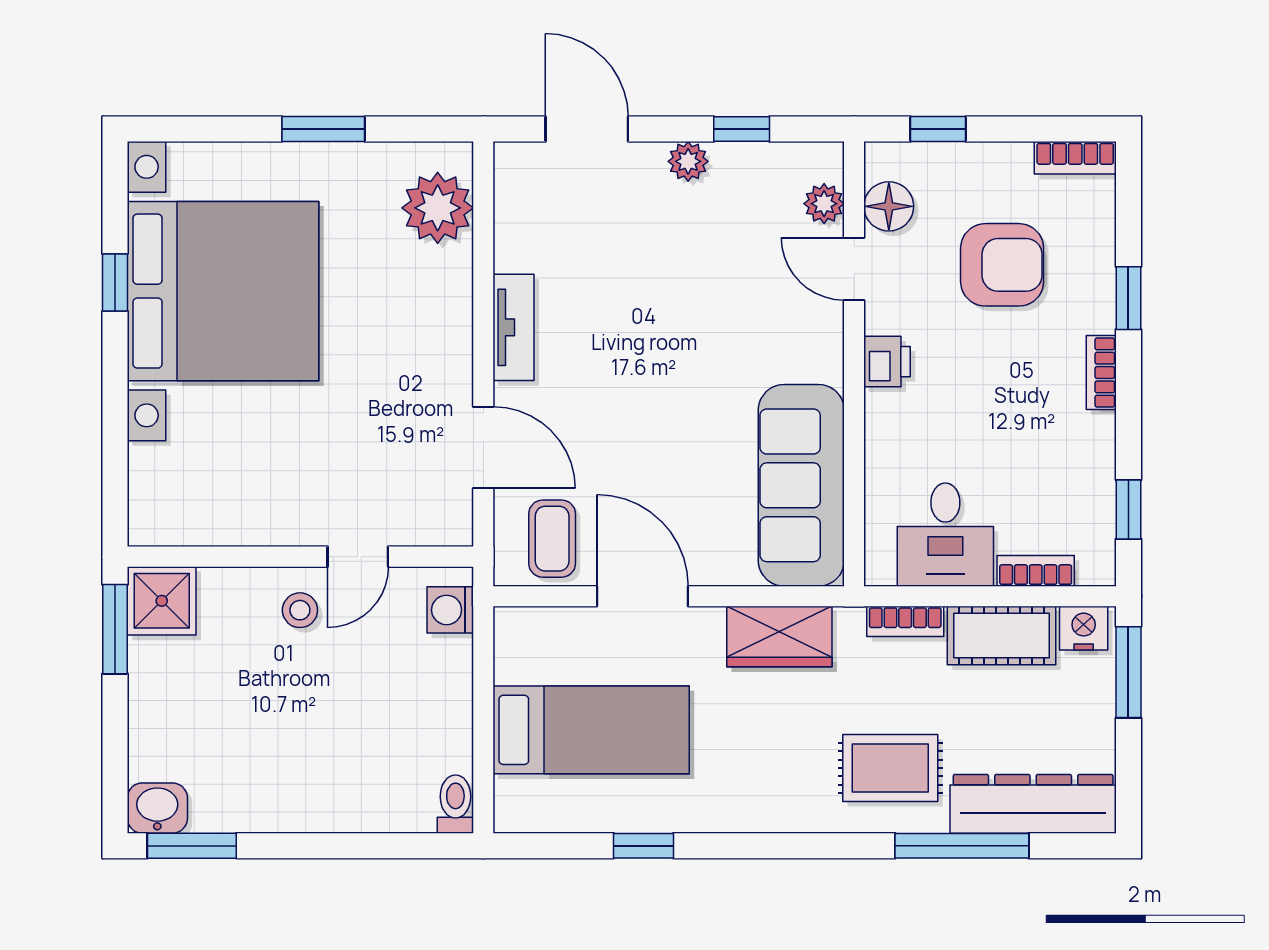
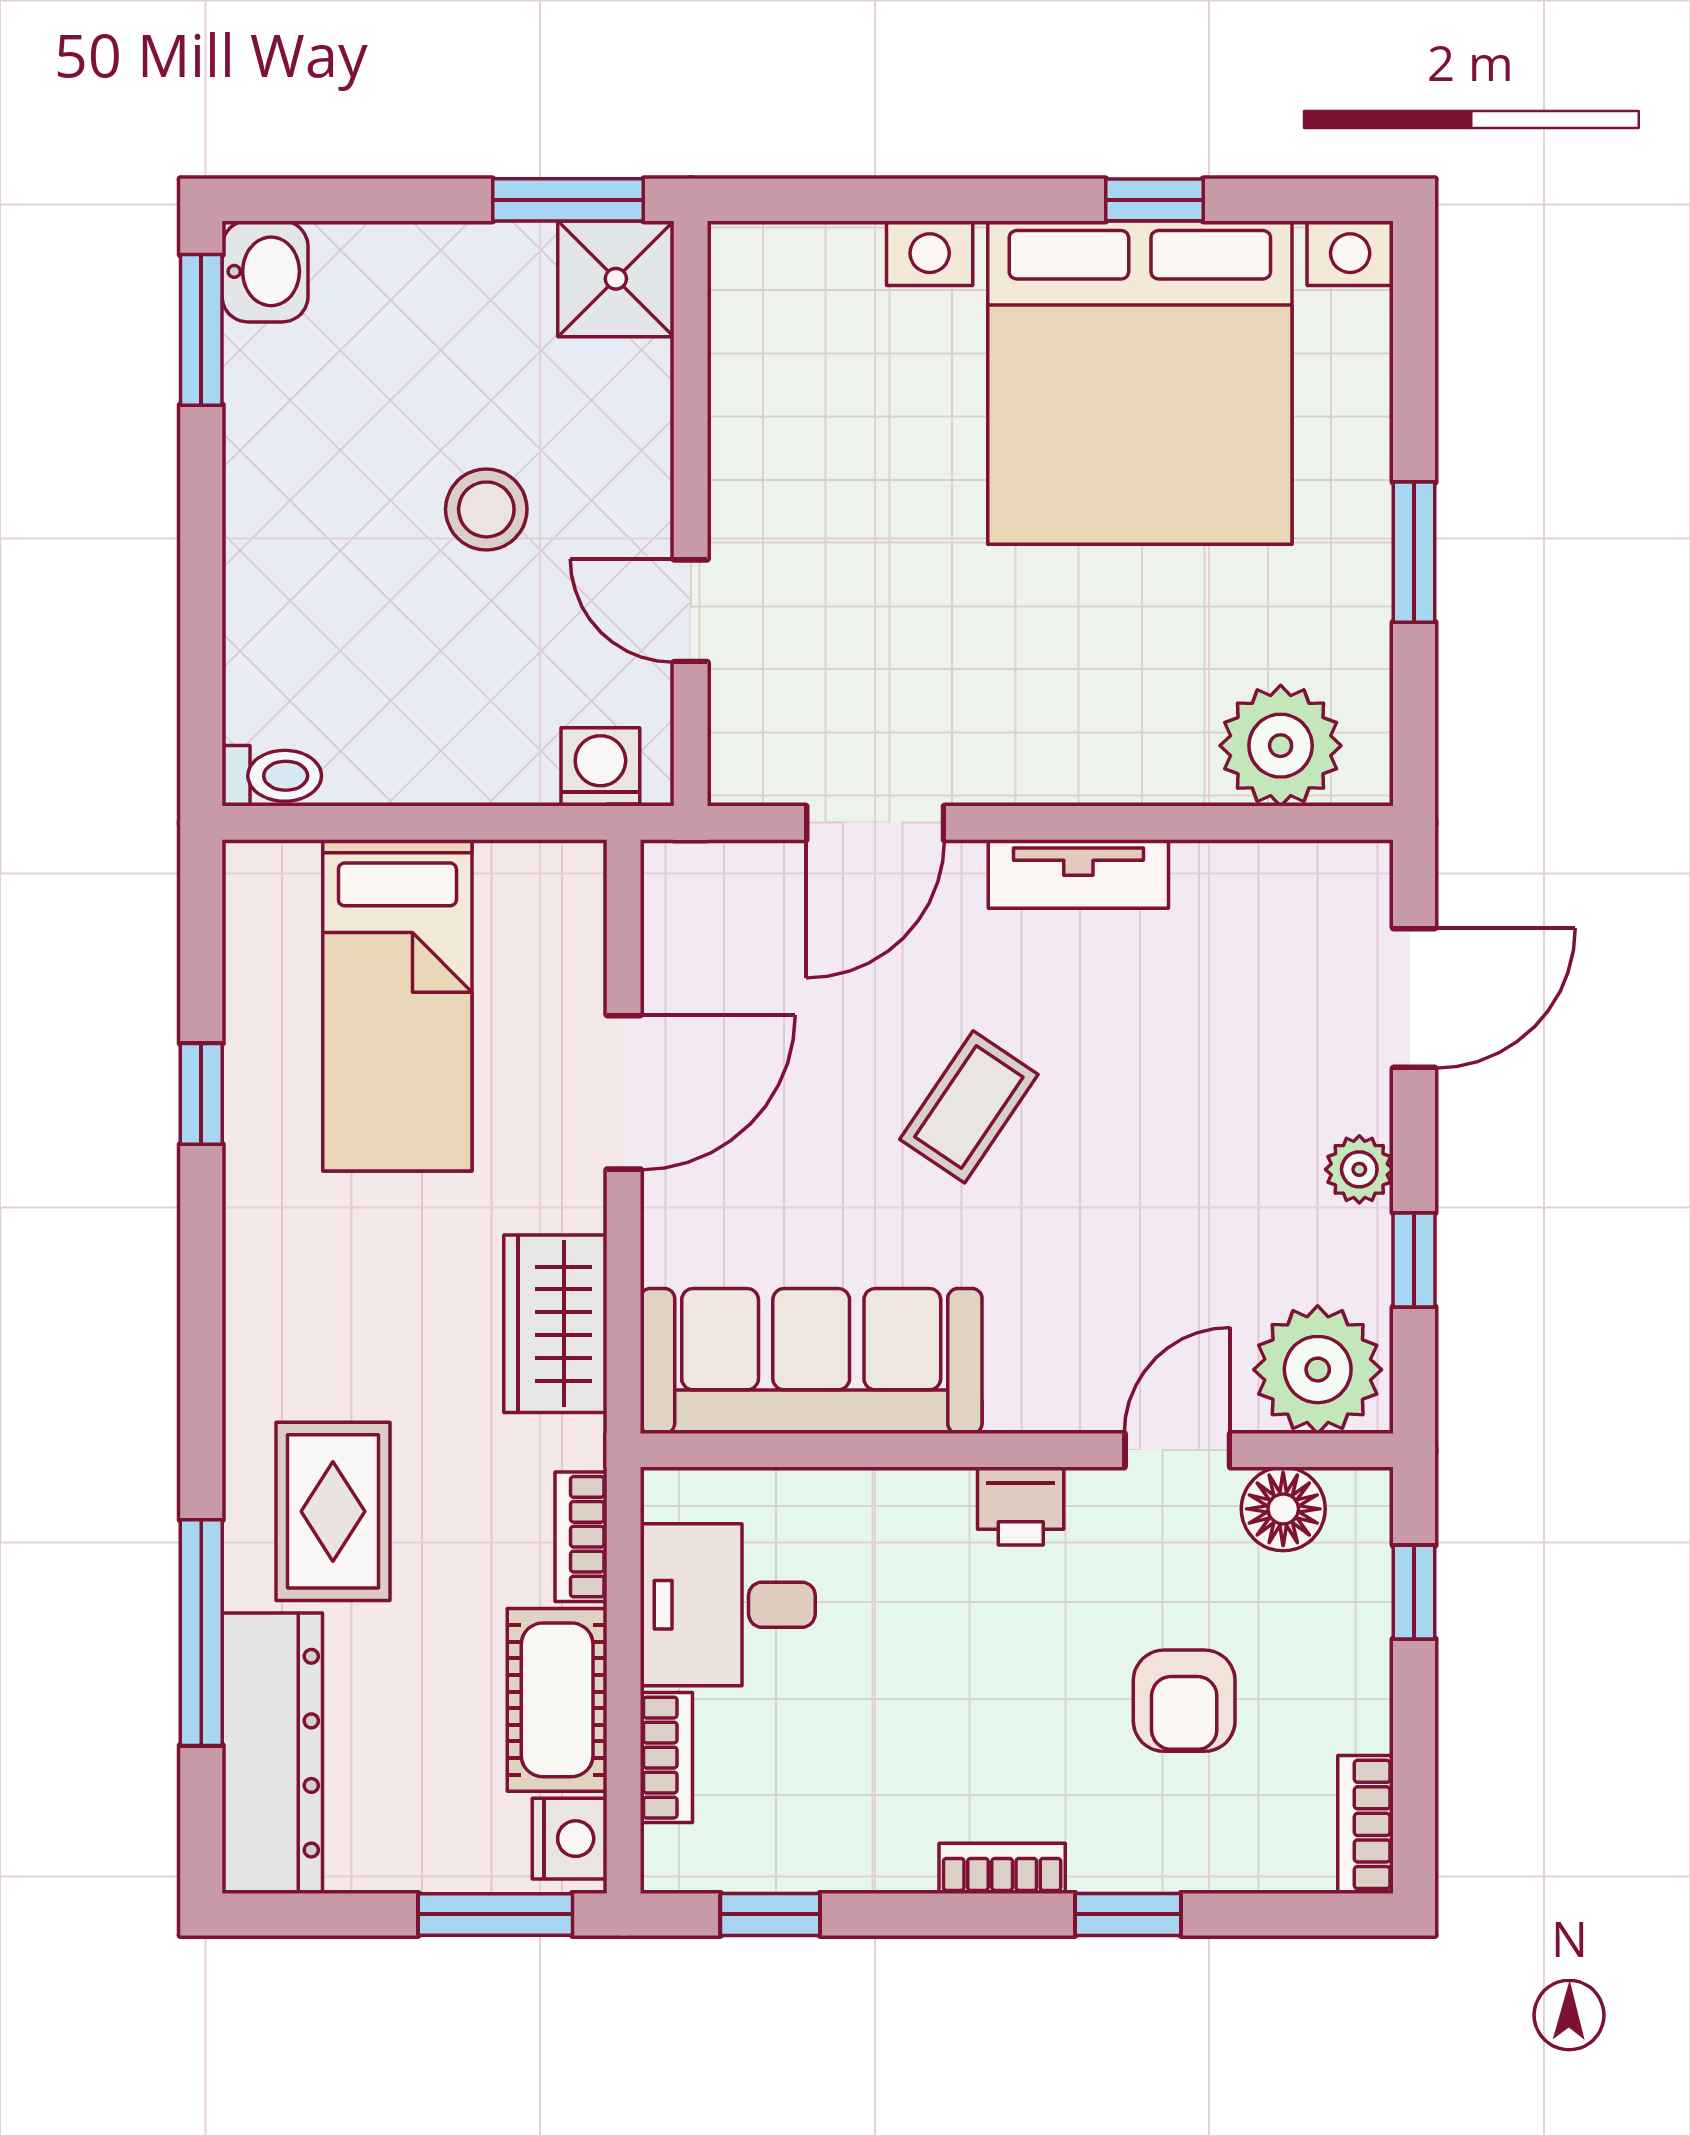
plant: (824, 204) -> (1318, 1370), width x1.88, depth x1.88
armchair: (1002, 265) -> (1184, 1701), width x0.72, depth x0.72
coffee table: (552, 539) -> (969, 1107), moved, turned -56
stool: (300, 610) -> (486, 509), moved, width x1.37, depth x1.37

